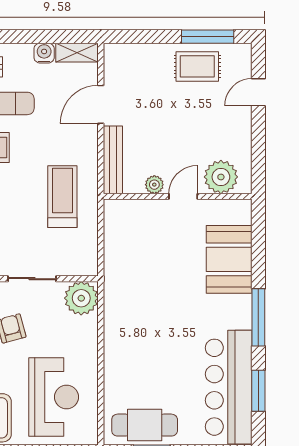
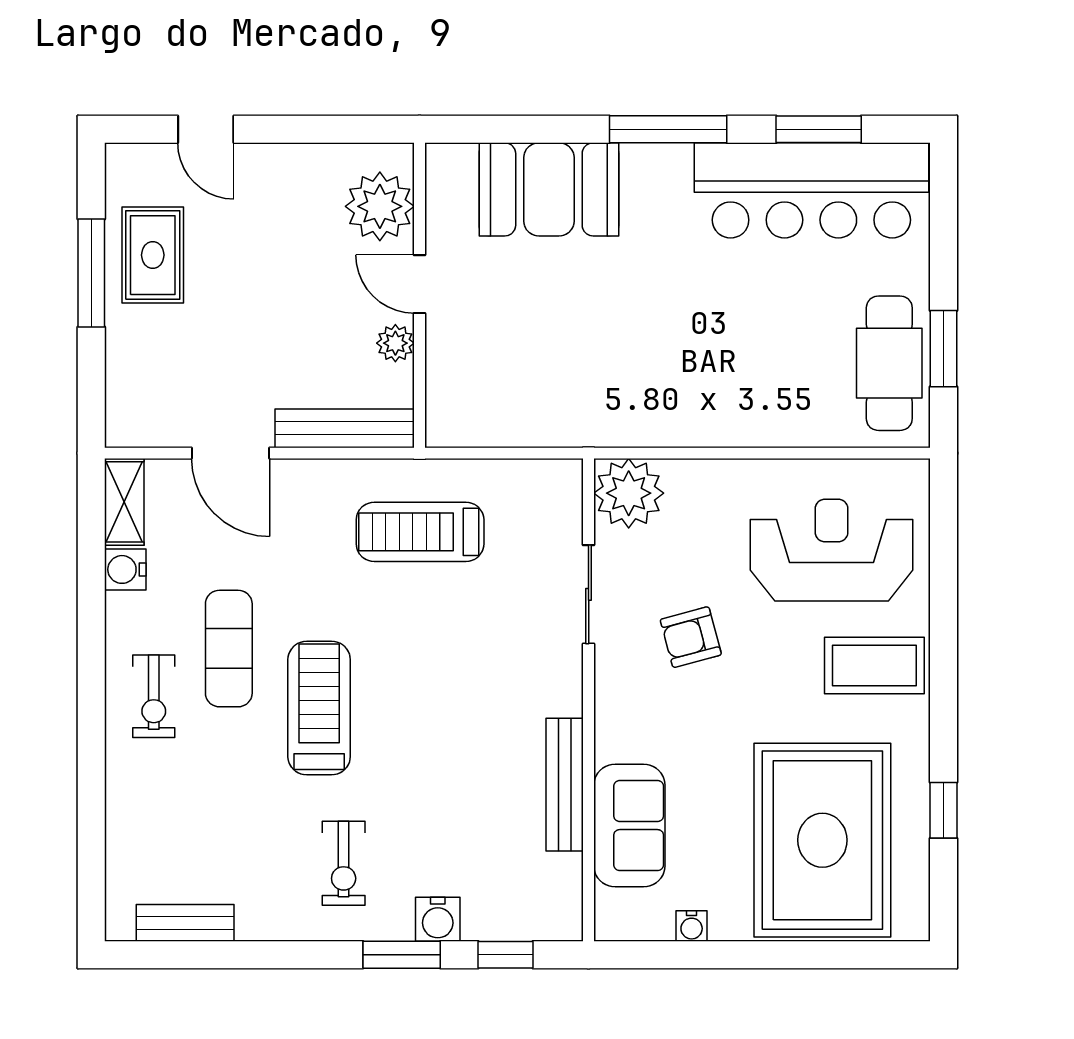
window: (208, 37) -> (91, 273), moved

